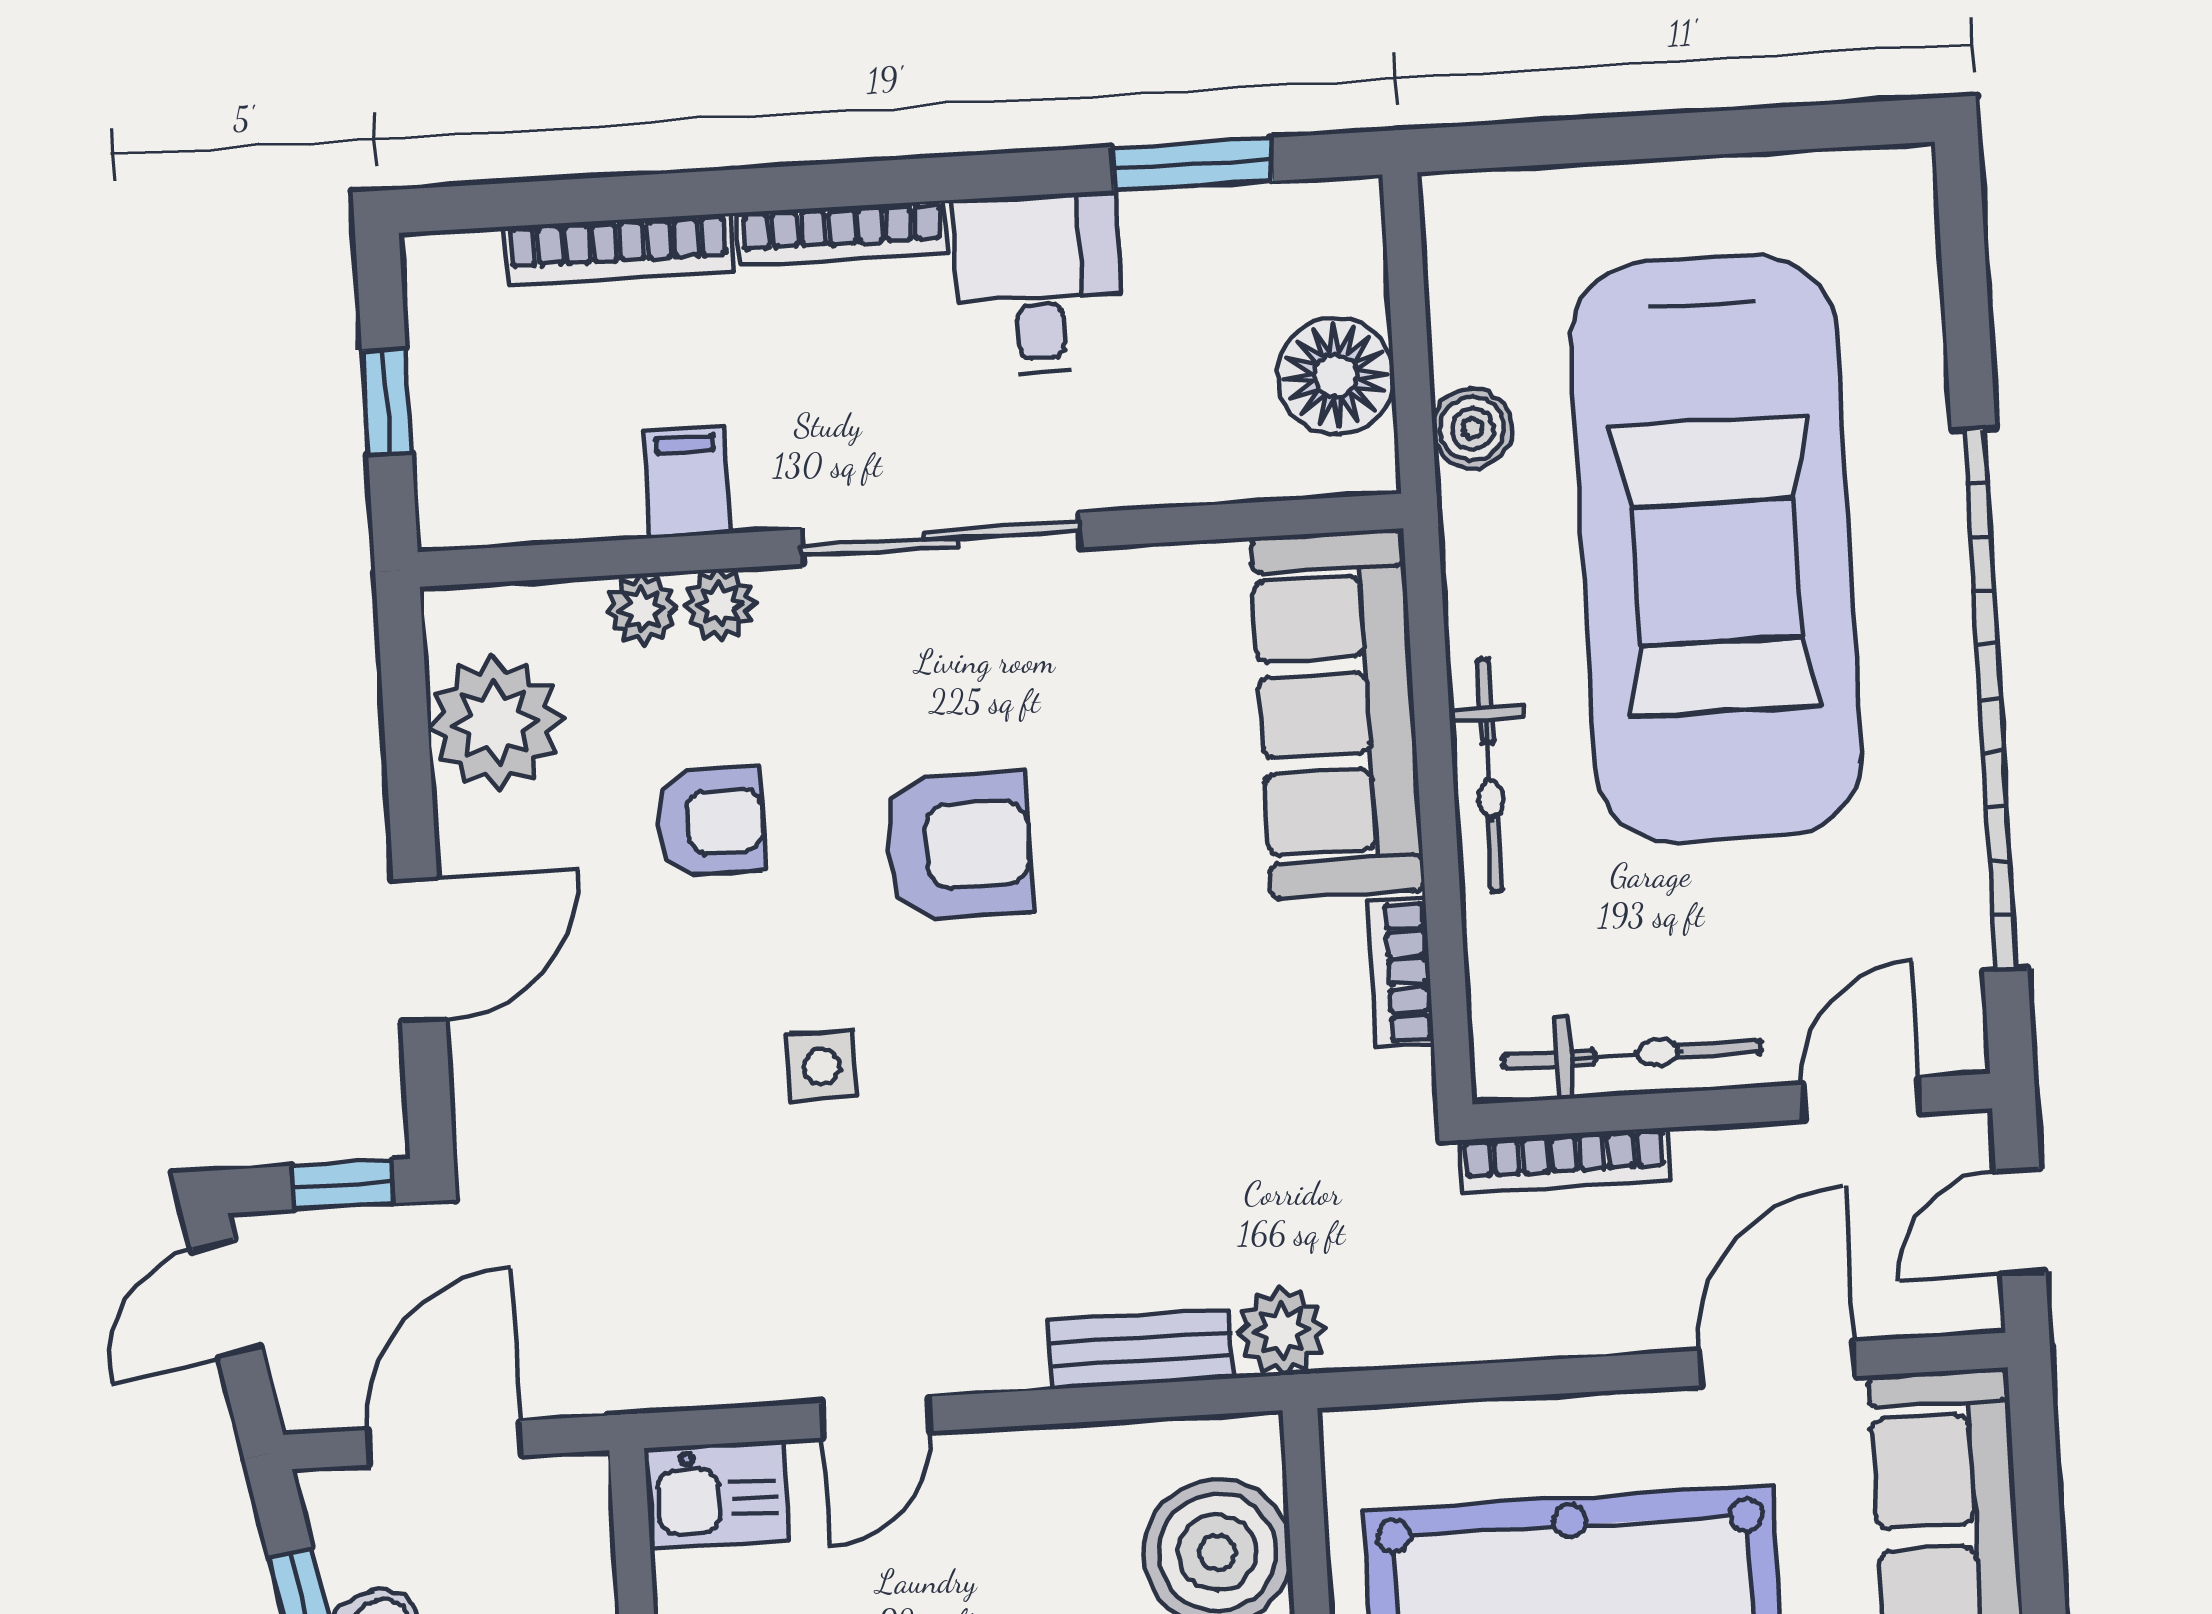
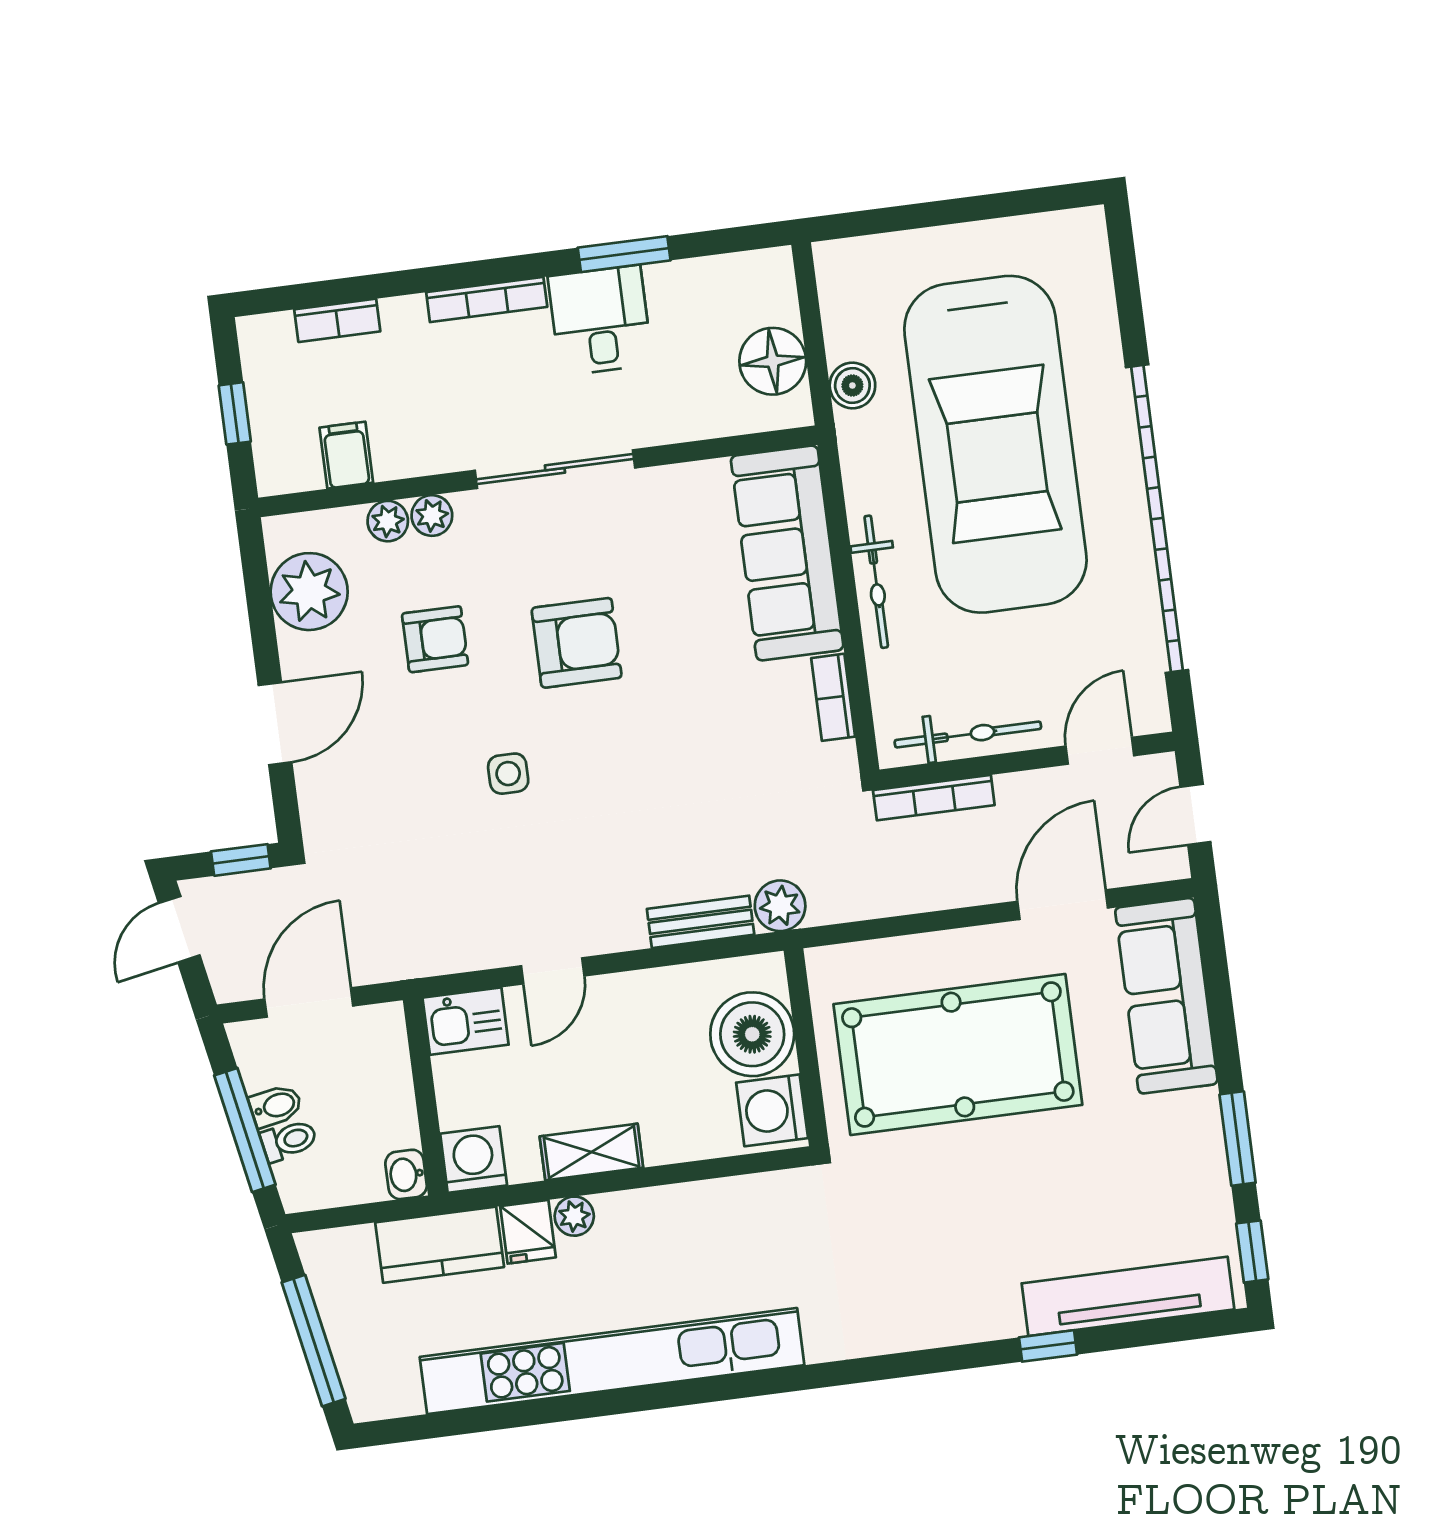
window: (1192, 164) -> (624, 254), moved
bookcase: (619, 249) -> (337, 320), width x0.64
filing cabinet: (687, 482) -> (346, 455), moved

